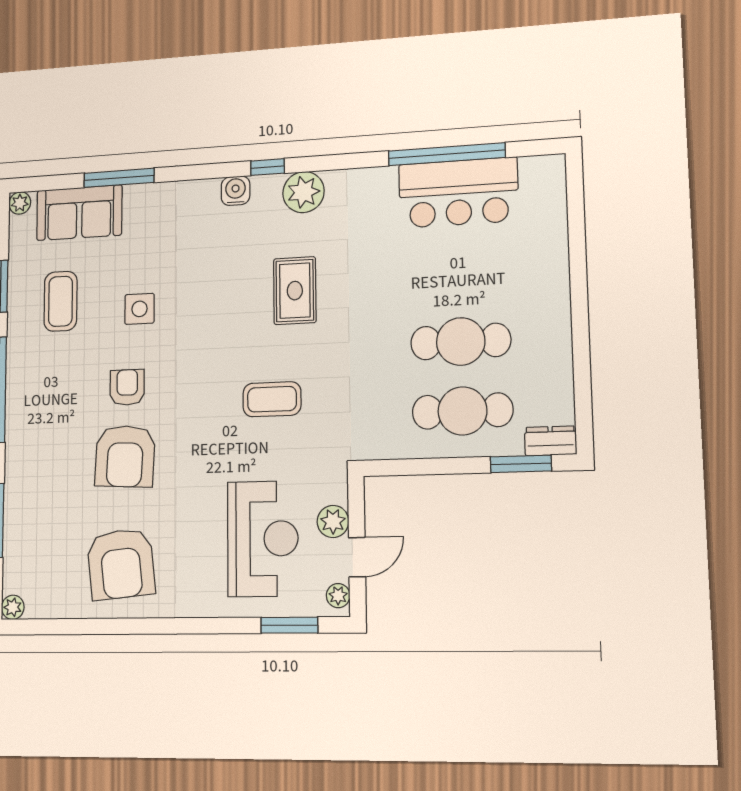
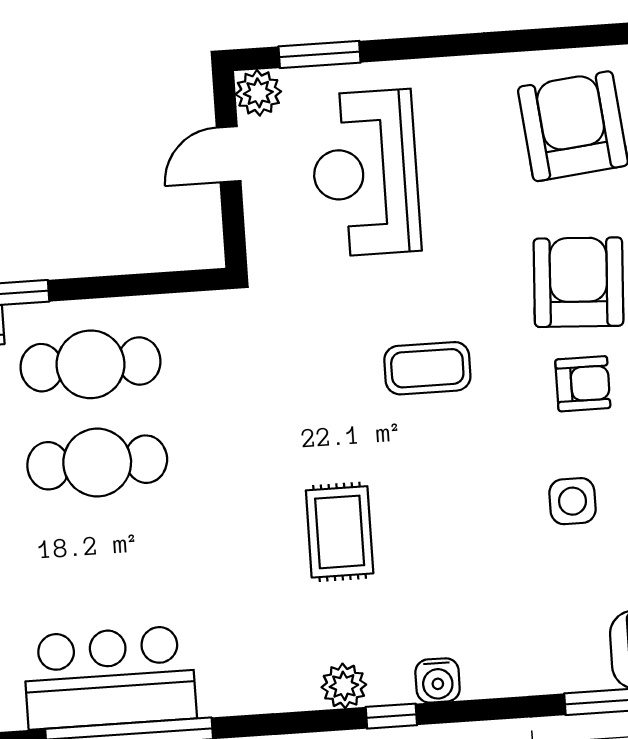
plant: (304, 192) -> (344, 686), width x0.73, depth x0.73
armchair: (127, 387) -> (583, 384), turned -90
coffee table: (272, 399) -> (427, 368), moved
plant: (333, 521) -> (265, 202), removed
plant: (338, 596) -> (258, 93), width x1.38, depth x1.38

